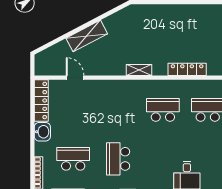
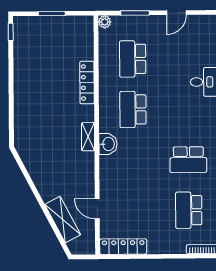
shelving: (87, 36) -> (63, 220), moved
door: (75, 78) -> (97, 209), hinge flipped
washbasin: (42, 132) -> (108, 144), moved, turned 90

